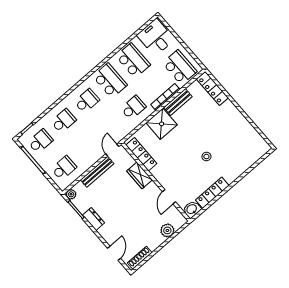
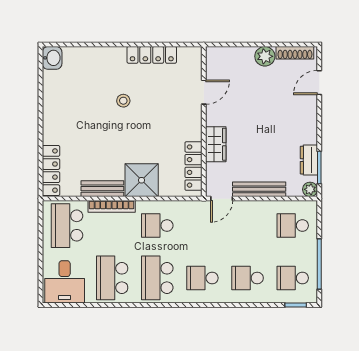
washbasin: (192, 209) -> (52, 58), moved, turned -90
dresser: (93, 219) -> (309, 160), moved
plant: (167, 230) -> (265, 56), moved

